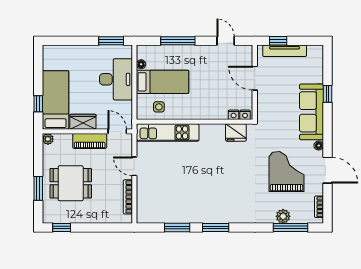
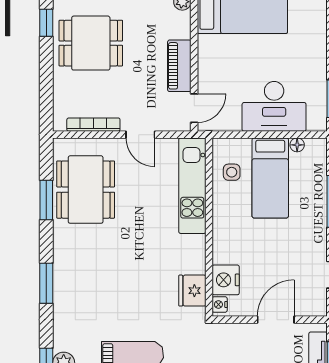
nightstand: (234, 115) -> (226, 280), width x1.89, depth x1.79
wardrobe: (83, 122) -> (209, 55), removed
door: (134, 166) -> (140, 135), swing flipped
dining table: (71, 183) -> (91, 43), moved, turned 90
dining table: (170, 202) -> (86, 190), added
window: (216, 228) -> (46, 283), moved

